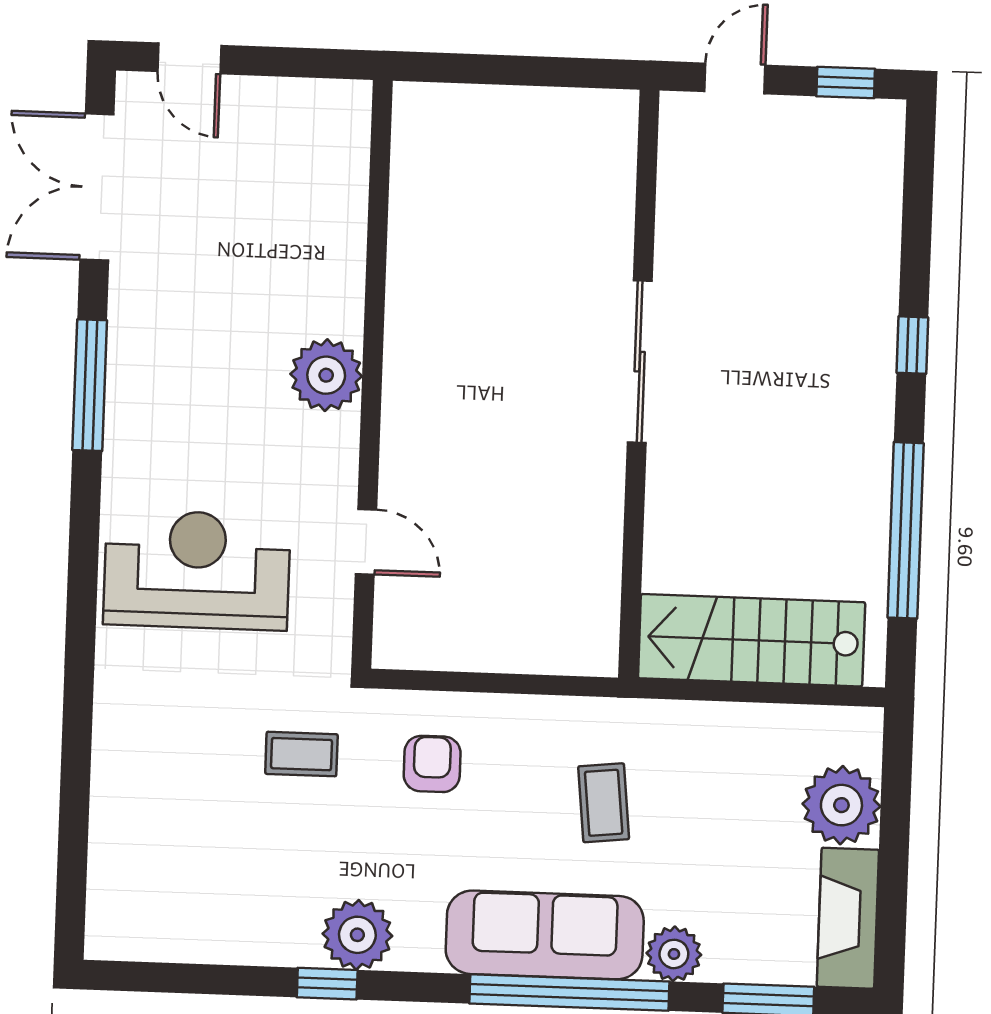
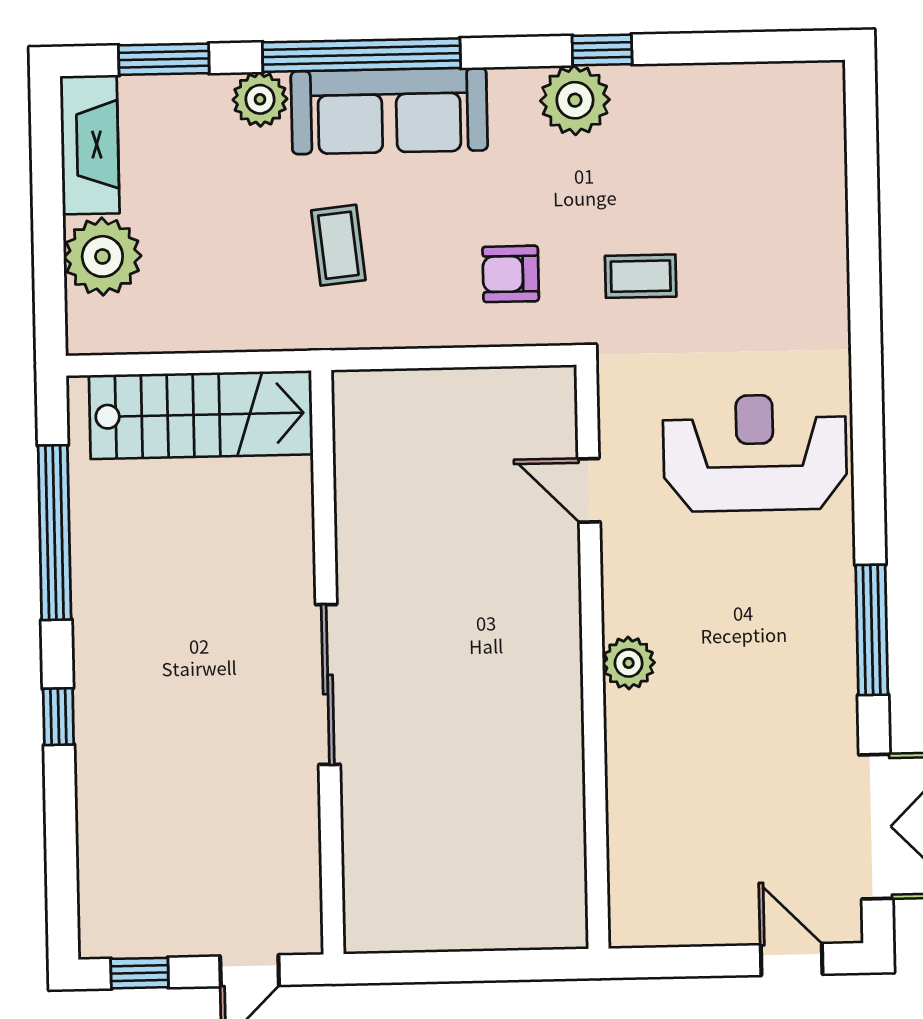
plant: (326, 375) -> (629, 663), width x0.73, depth x0.73
reception desk: (197, 570) -> (755, 453), turned 180
armchair: (432, 764) -> (511, 274), turned 90

